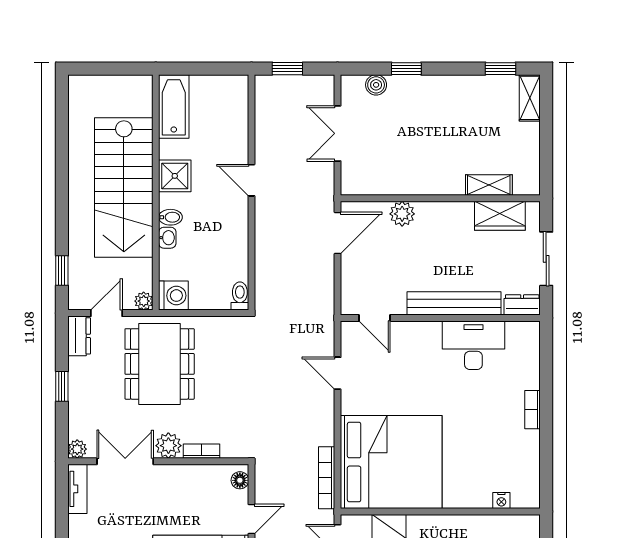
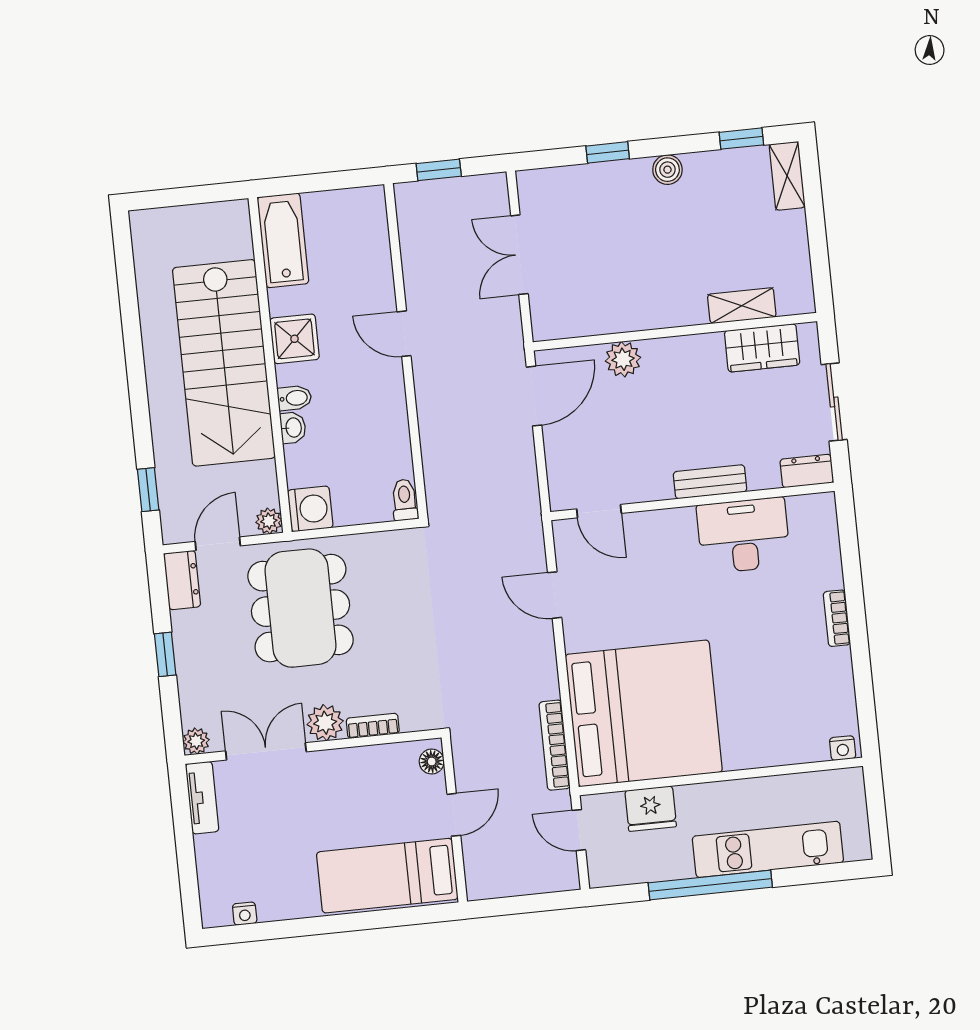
boiler: (376, 85) -> (667, 170), moved
bench: (454, 303) -> (710, 482), width x0.54, depth x0.82
nightstand: (501, 501) -> (843, 748), moved

